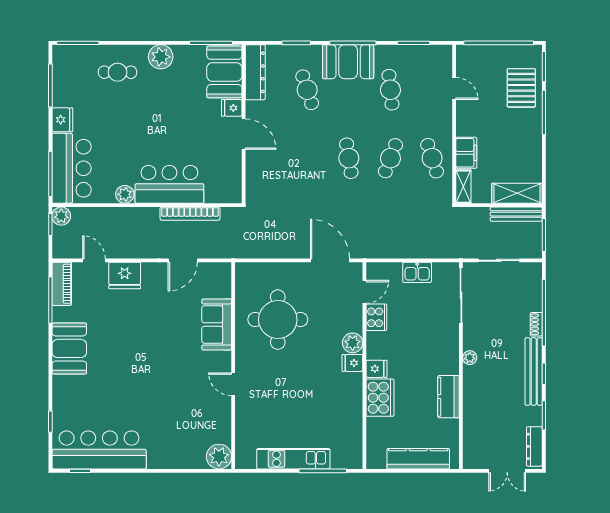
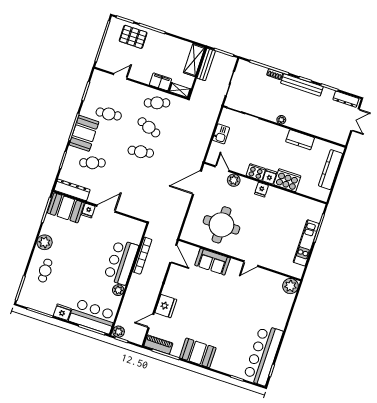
door: (183, 260) -> (173, 254), moved
cooker: (376, 317) -> (256, 172), moved
plant: (353, 343) -> (234, 180), moved

